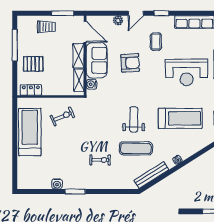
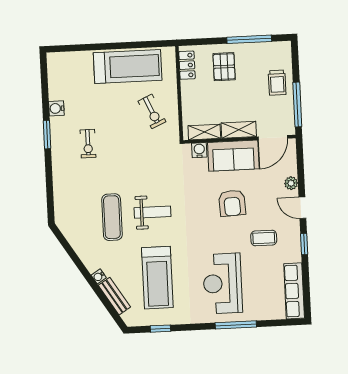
window: (63, 13) -> (297, 104), width x1.44
exercise bike: (100, 160) -> (88, 144), moved
bench: (151, 175) -> (114, 296), moved, width x0.73

